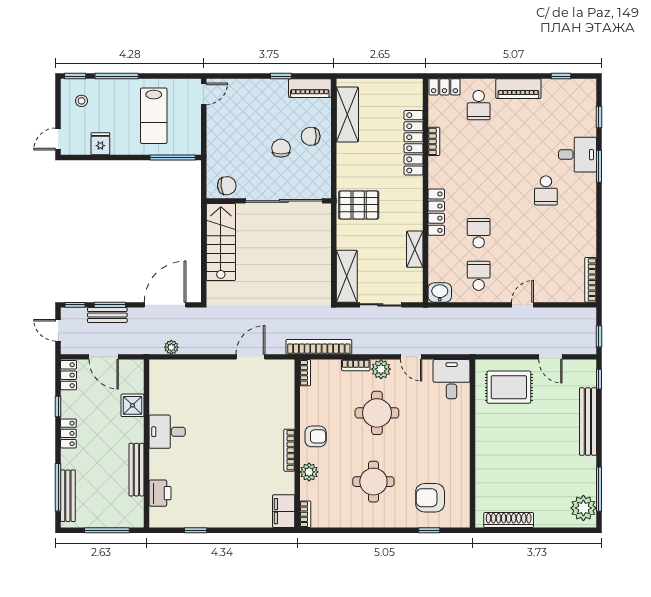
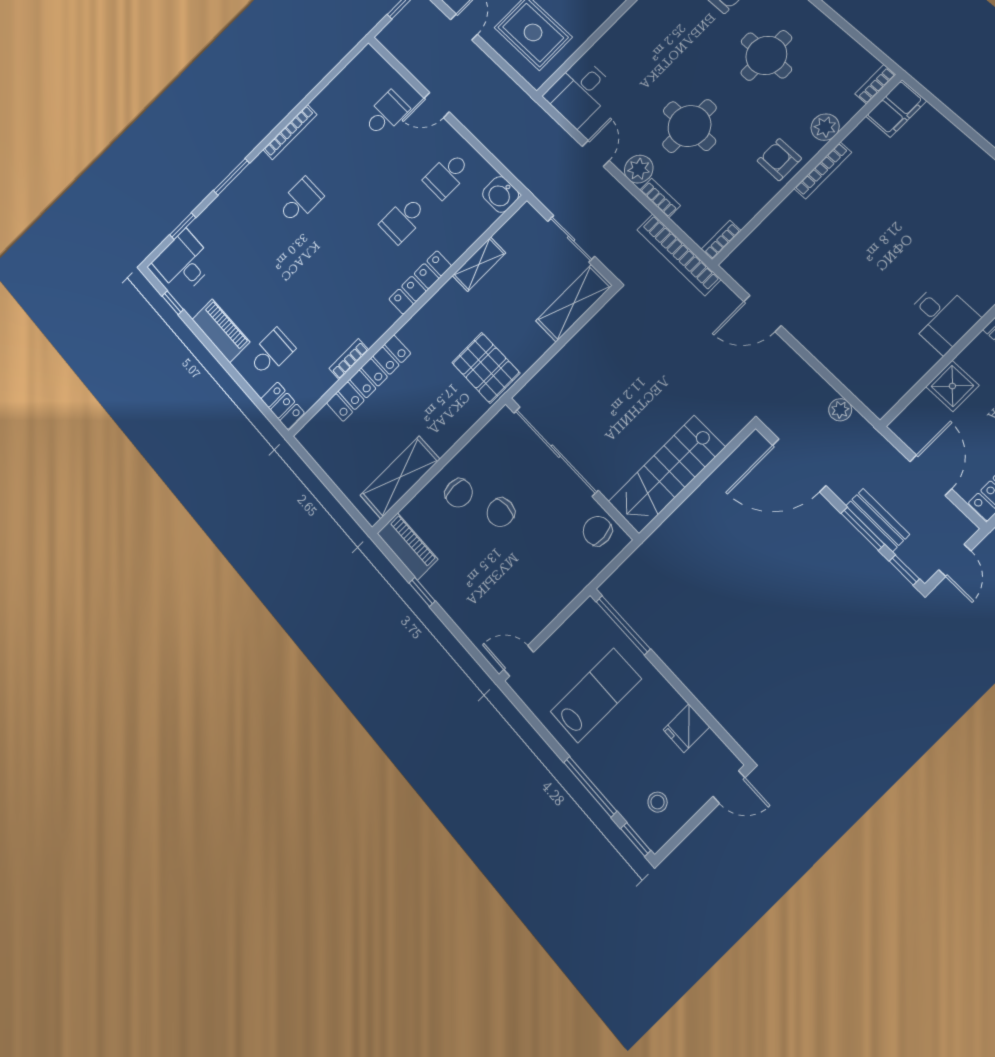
desk: (577, 155) -> (184, 263), moved
school desk: (546, 276) -> (386, 114), added
bookcase: (591, 280) -> (290, 132), moved

